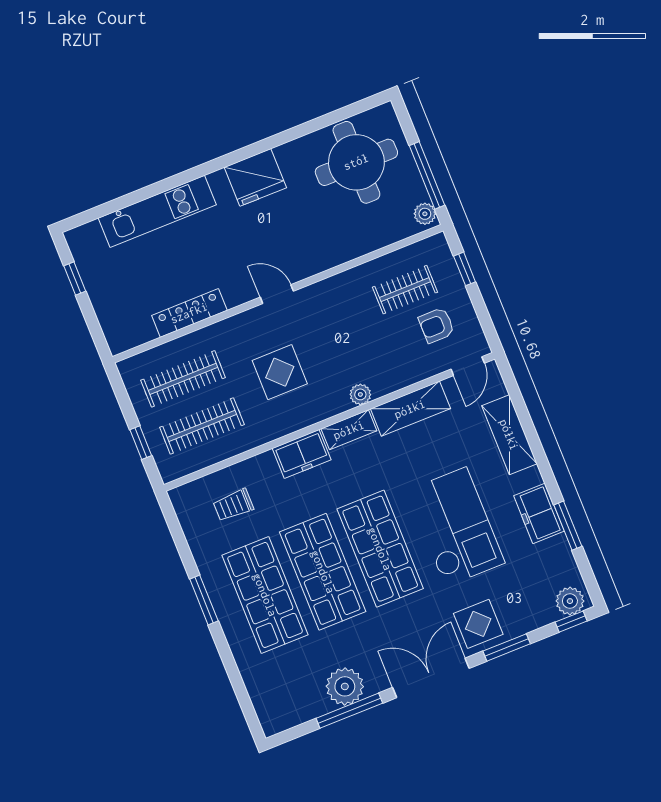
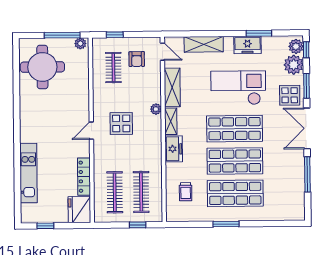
fridge: (255, 177) -> (79, 210), moved, turned 180
display table: (280, 372) -> (121, 123), moved
plant: (345, 686) -> (294, 65), moved

